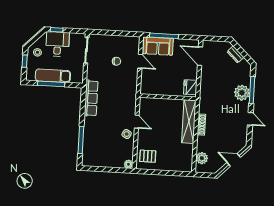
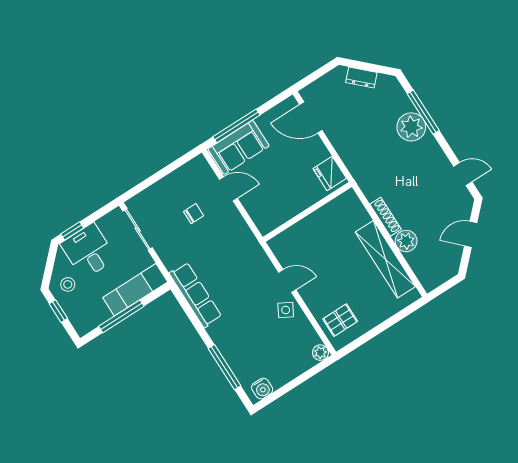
exam couch: (53, 76) -> (135, 290), moved
door: (250, 119) -> (463, 174), moved
shelving: (189, 122) -> (385, 259), moved
plant: (202, 158) -> (406, 241), moved
water cooler: (91, 162) -> (262, 389), added

